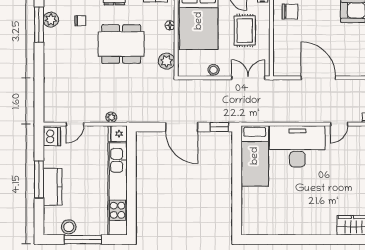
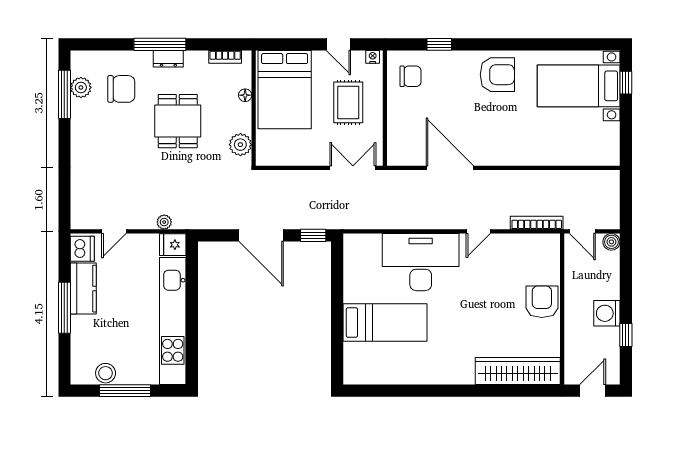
chair: (80, 21) -> (121, 89), width x1.87, depth x1.87
dining table: (121, 44) -> (178, 121), width x0.73
stool: (213, 70) -> (305, 157), removed
bed: (255, 156) -> (385, 322), moved, turned -90
kitchen counter: (53, 187) -> (83, 289), moved

